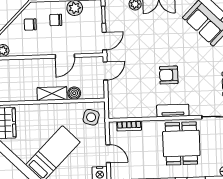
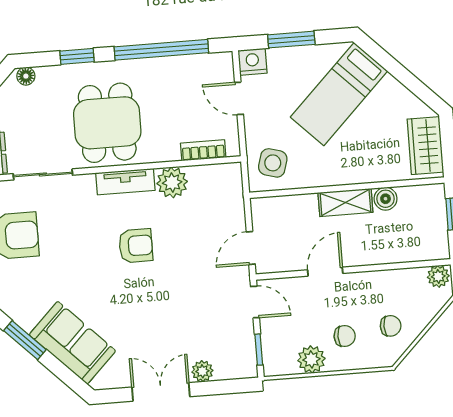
door: (104, 41) -> (255, 302), swing flipped
boiler: (74, 93) -> (386, 199), moved
plant: (147, 109) -> (172, 182), added

